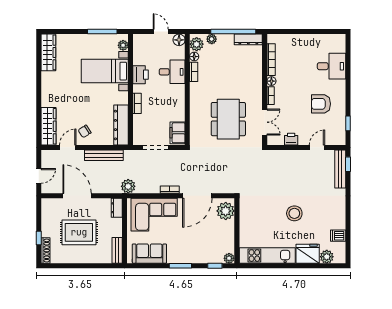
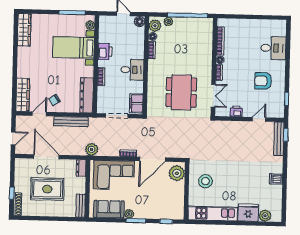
dresser: (248, 39) -> (201, 23), removed
desk: (172, 72) -> (132, 70), moved
stool: (294, 213) -> (205, 181), moved
dishwasher: (338, 236) -> (276, 179), moved
plant: (229, 258) -> (129, 214), moved

